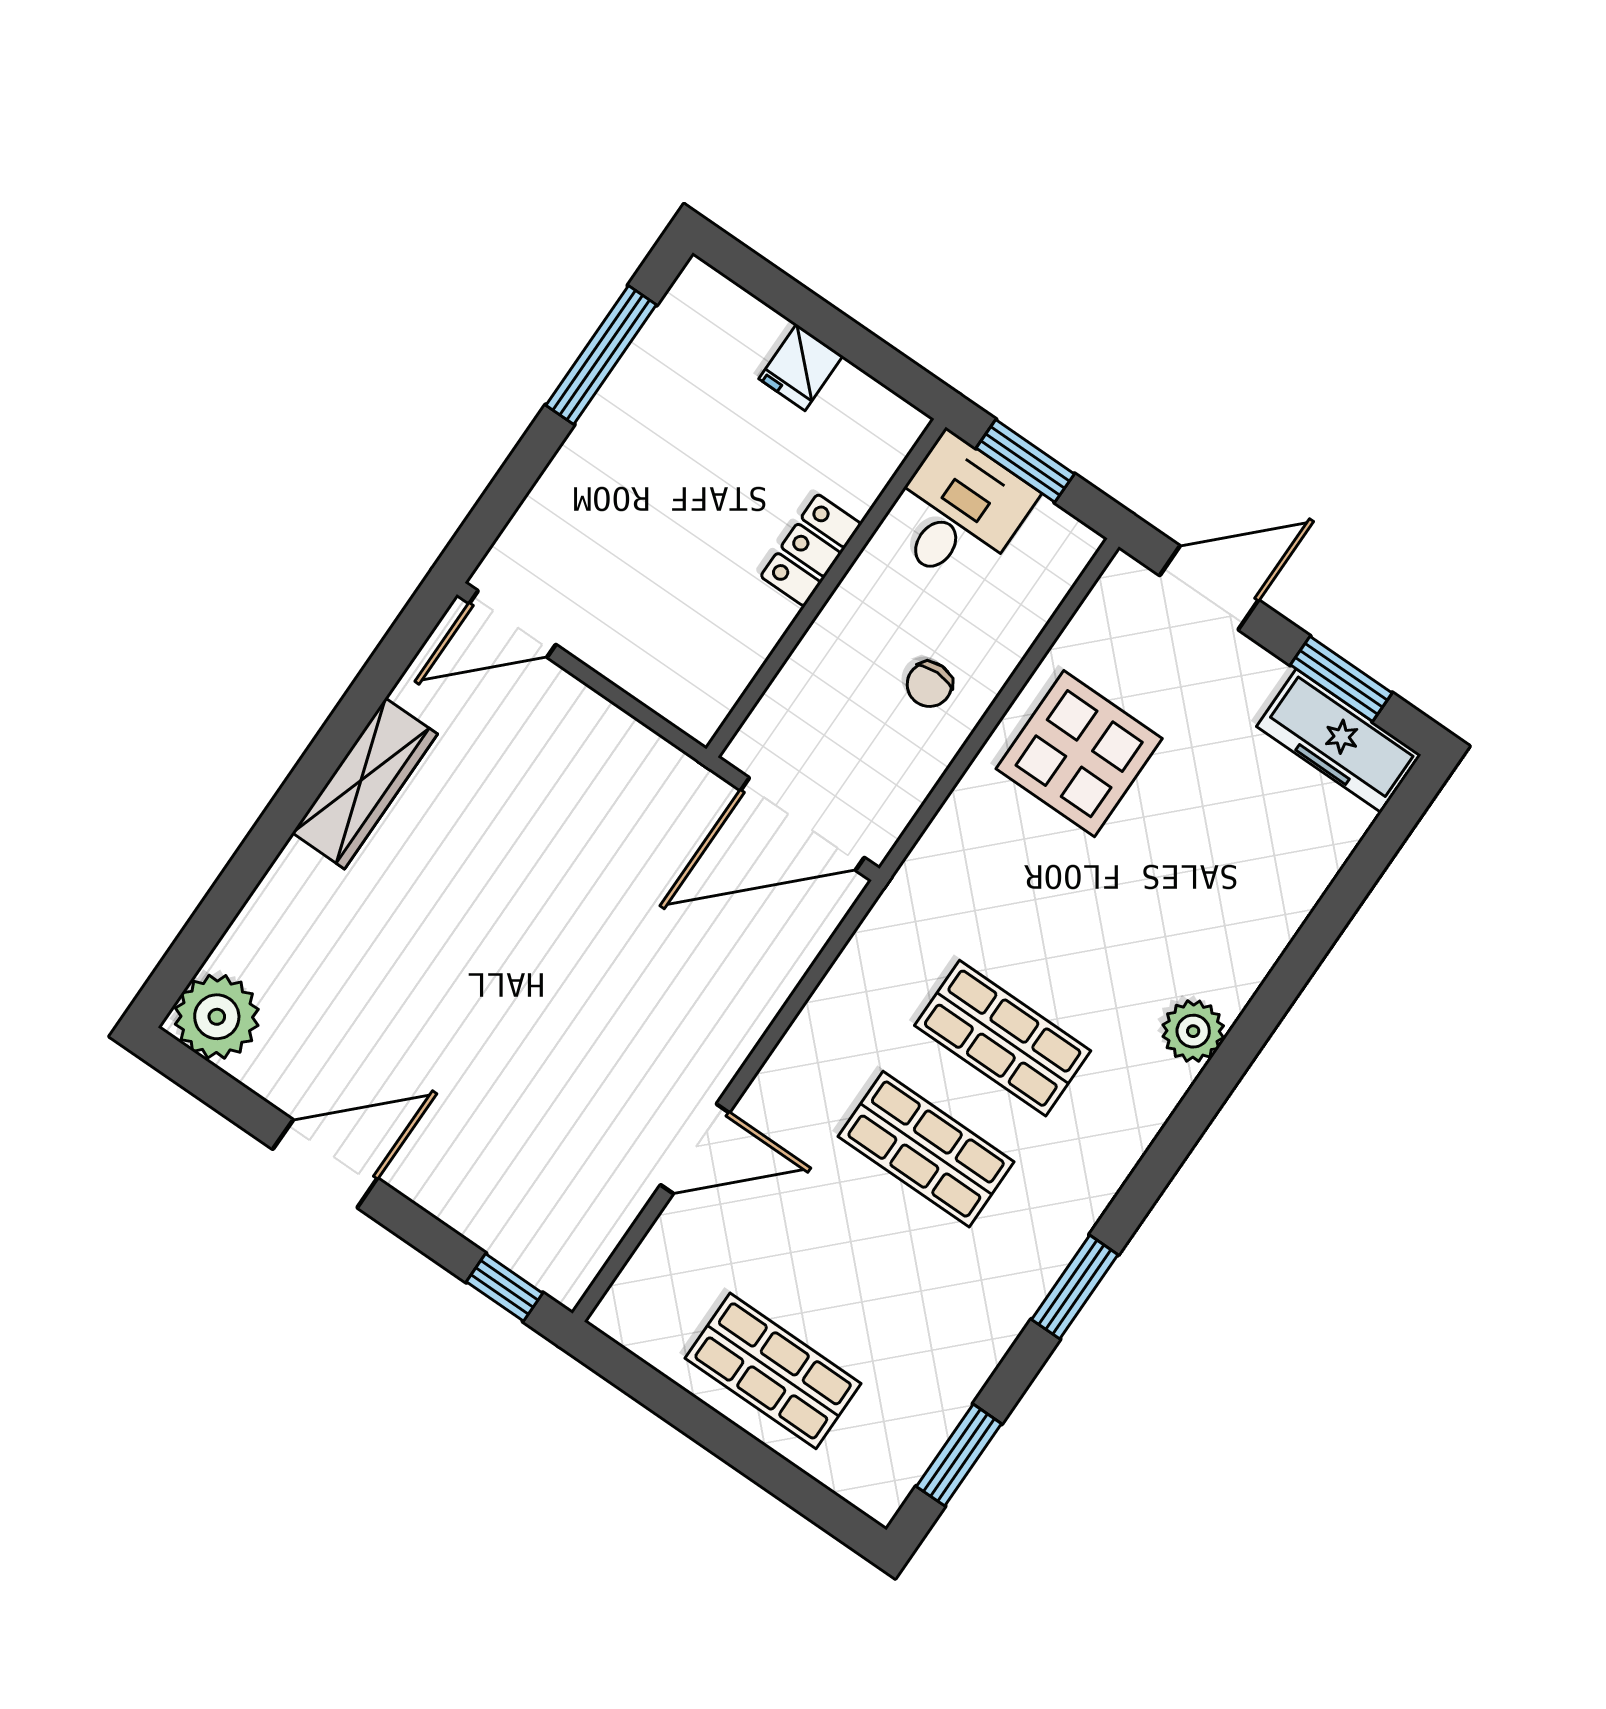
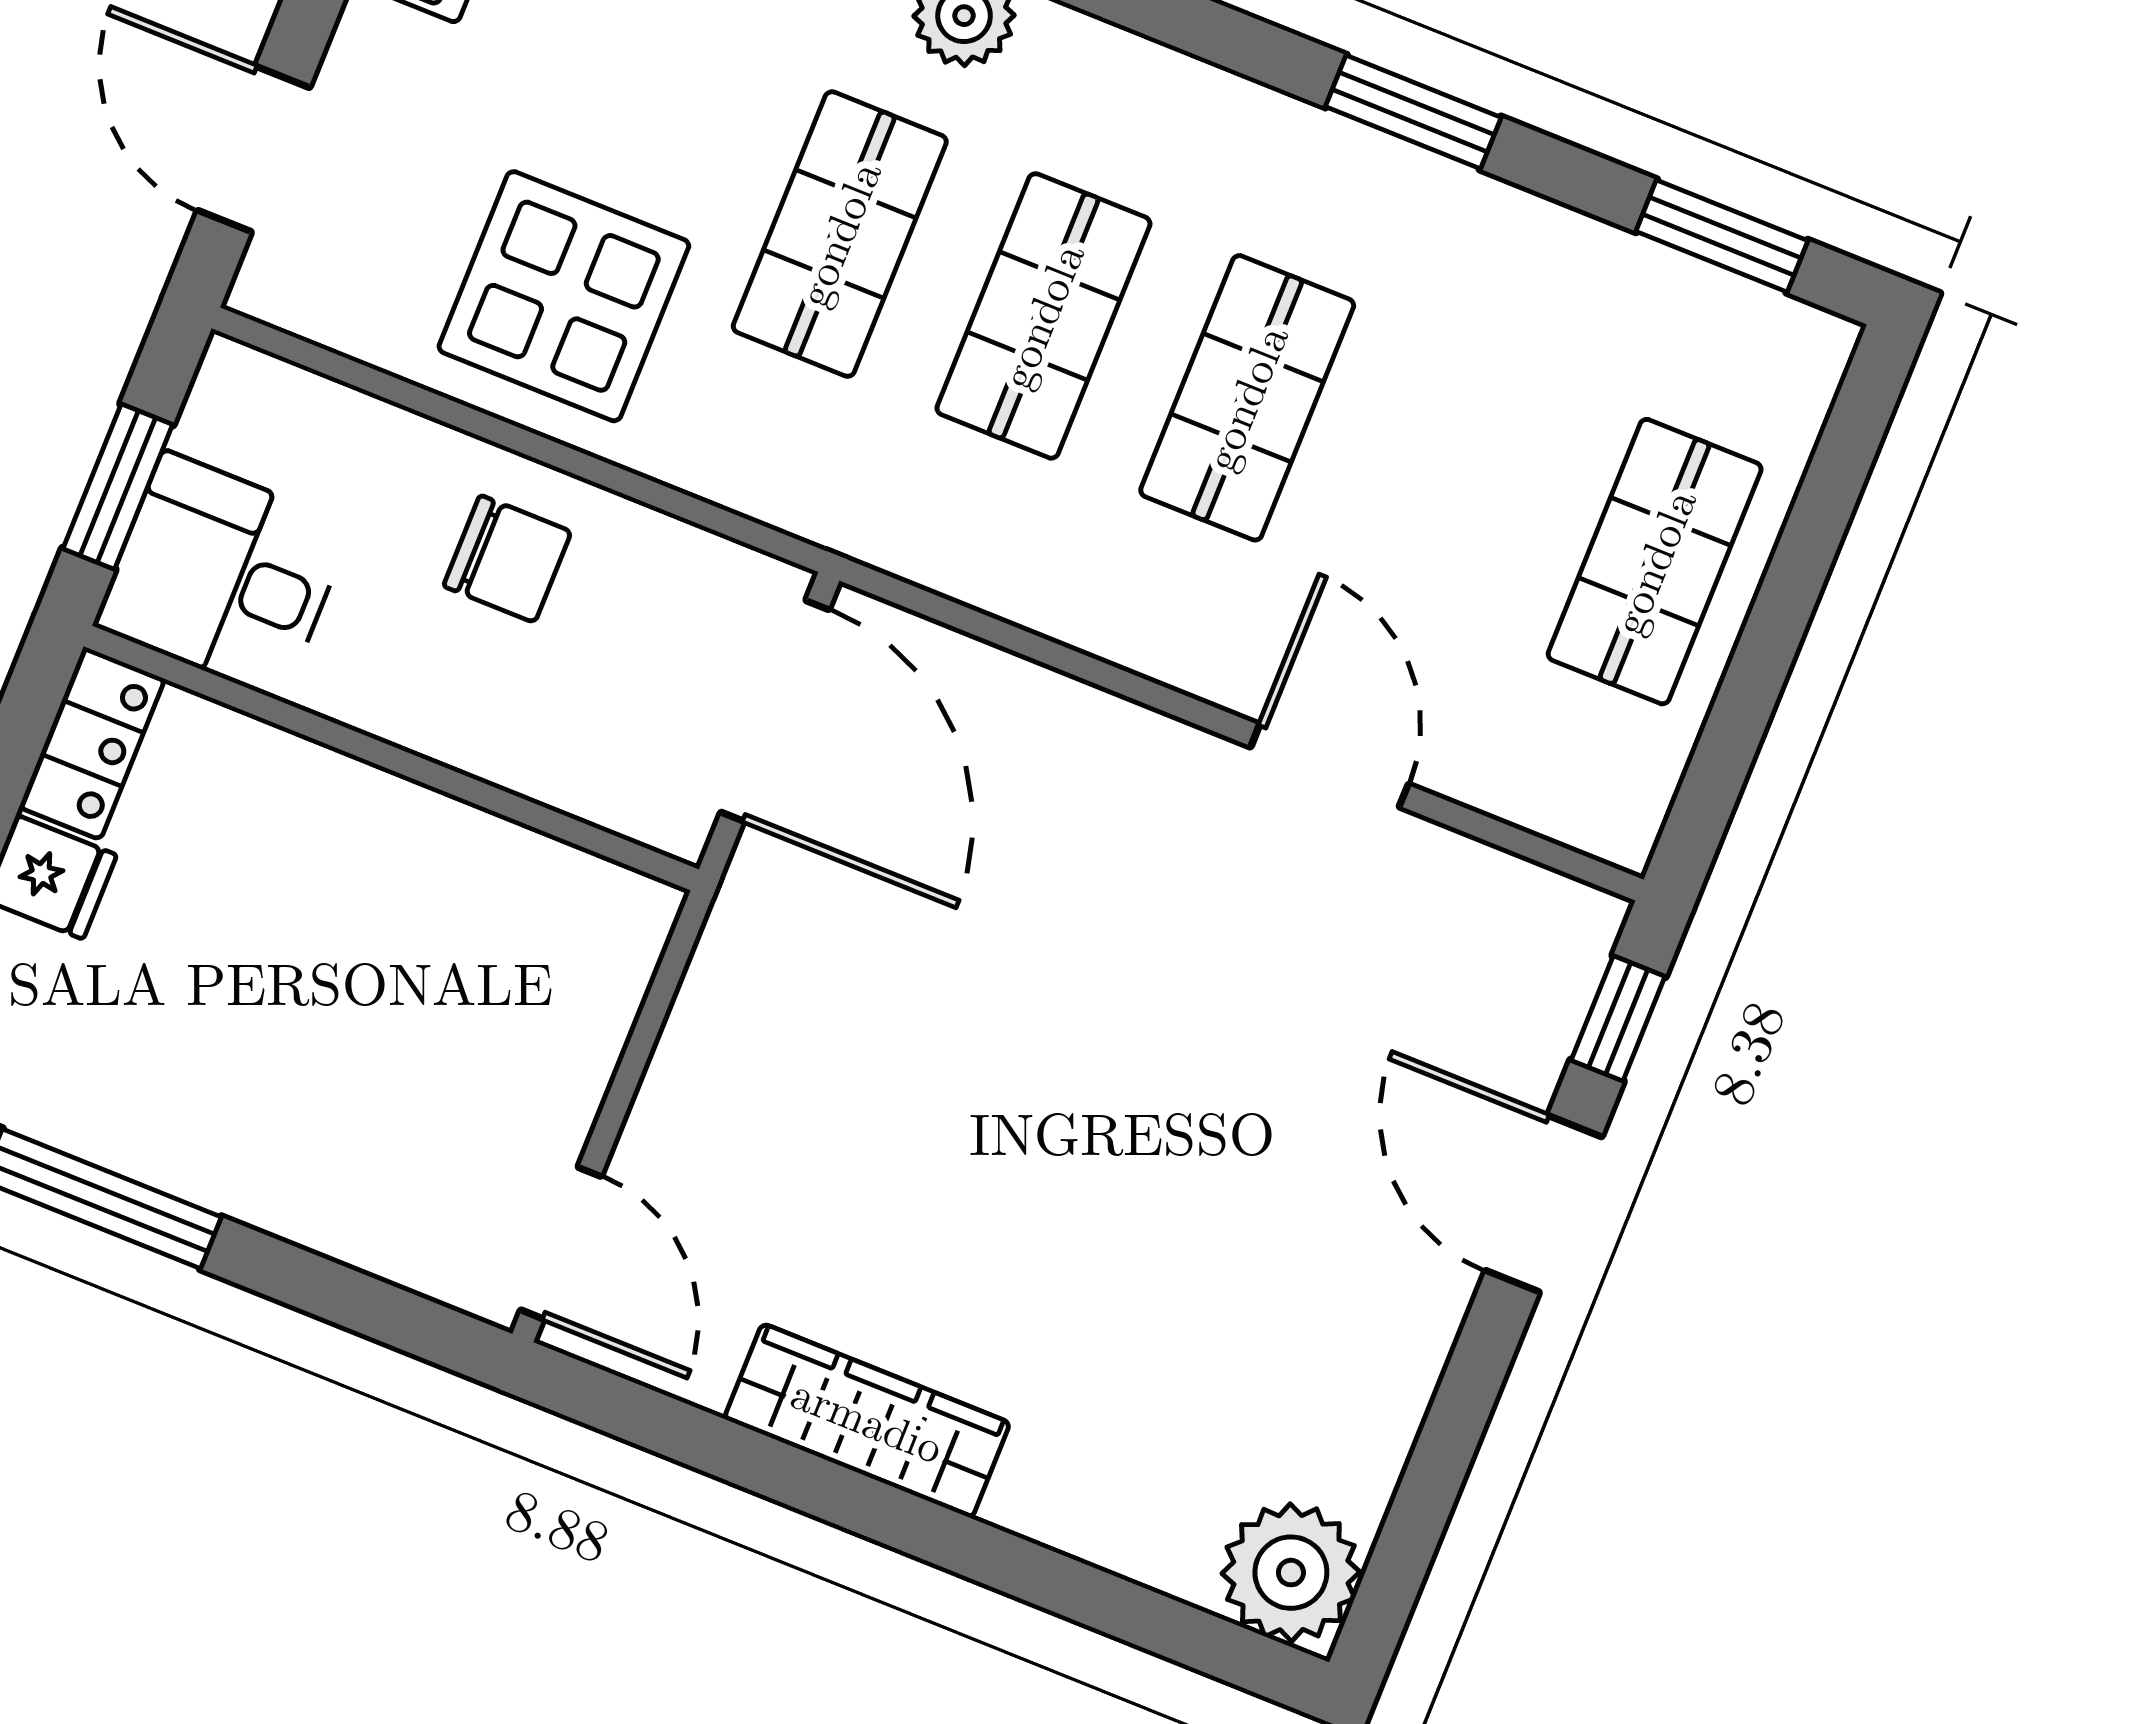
locker: (811, 550) -> (92, 743), moved, turned -90
chair: (929, 684) -> (507, 559), width x1.37, depth x1.37
shop shelf: (1079, 927) -> (840, 234), added
door: (325, 1164) -> (1544, 1204), moved

